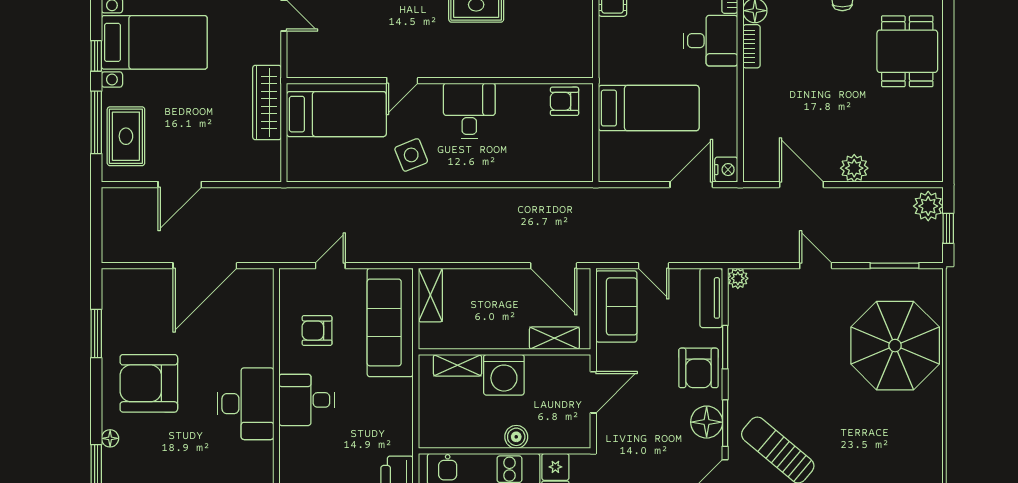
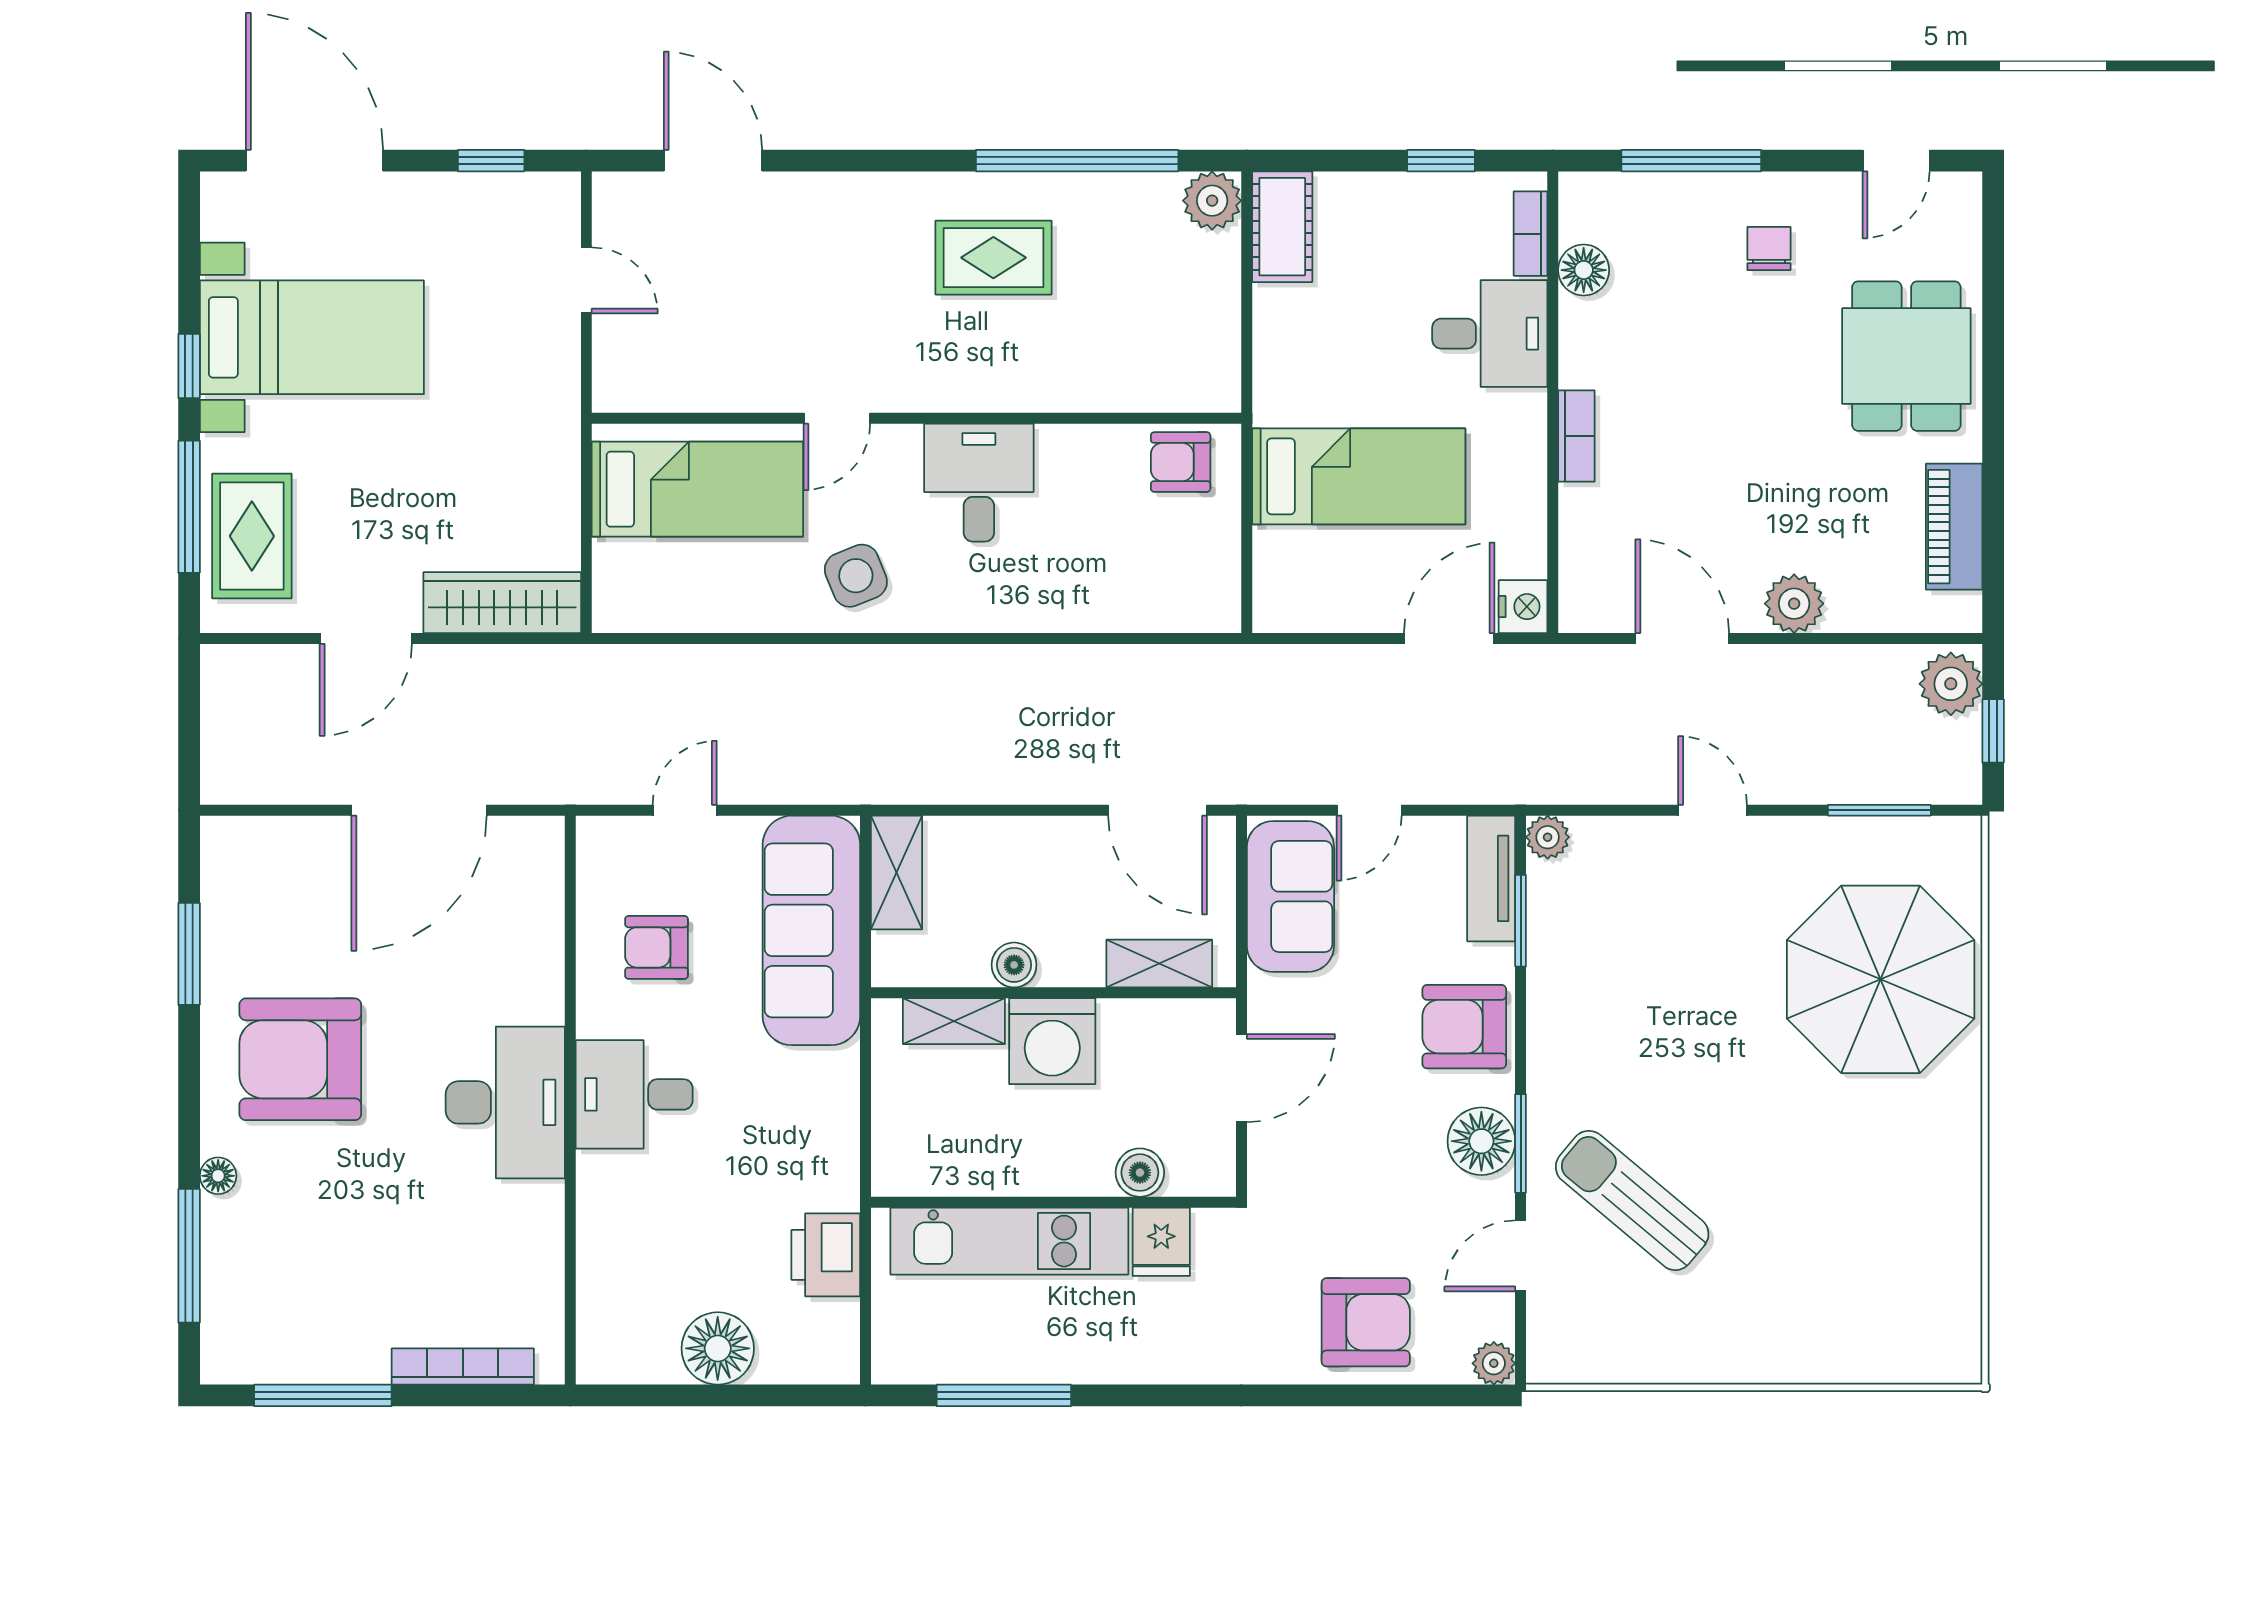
bookcase: (751, 46) -> (1576, 436), moved
wardrobe: (267, 102) -> (502, 603), moved, turned 90
piano: (930, 132) -> (1954, 527), added
door: (654, 266) -> (1369, 810), hinge flipped
boiler: (486, 339) -> (1014, 965), added
window: (725, 347) -> (1521, 921), moved
armchair: (698, 368) -> (1464, 1027), turned 90
boiler: (516, 437) -> (1140, 1173), moved

